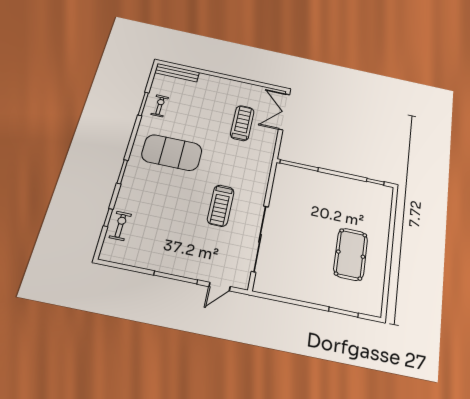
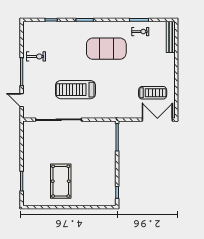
treadmill: (242, 123) -> (153, 93), moved
exercise mat: (172, 153) -> (106, 49), turned 90
treadmill: (221, 206) -> (75, 90), width x1.37, depth x1.38
exercise bike: (120, 226) -> (36, 56), moved
pool table: (351, 254) -> (61, 181), turned 90

